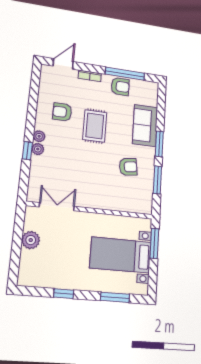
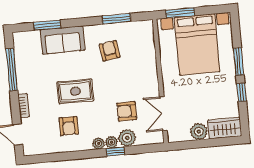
armchair: (120, 86) -> (127, 111), moved, turned -90
window: (159, 144) -> (47, 25), moved
plant: (39, 165) -> (127, 138), added
bed with nightstands: (121, 255) -> (197, 45), width x1.36
wardrobe: (29, 268) -> (225, 128), added
window: (115, 297) -> (239, 62), moved

